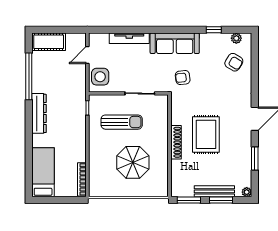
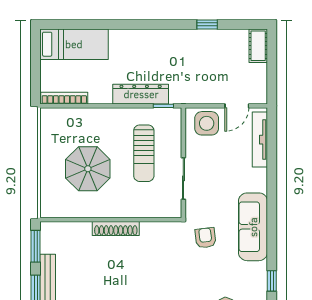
tv unit: (129, 38) -> (260, 140), moved
cot: (49, 42) -> (258, 46), width x0.73, depth x0.75
door: (87, 55) -> (237, 106), swing flipped
window: (29, 76) -> (207, 24), width x0.32
dresser: (39, 113) -> (141, 94), moved, turned 180
rug: (206, 134) -> (127, 270), removed

